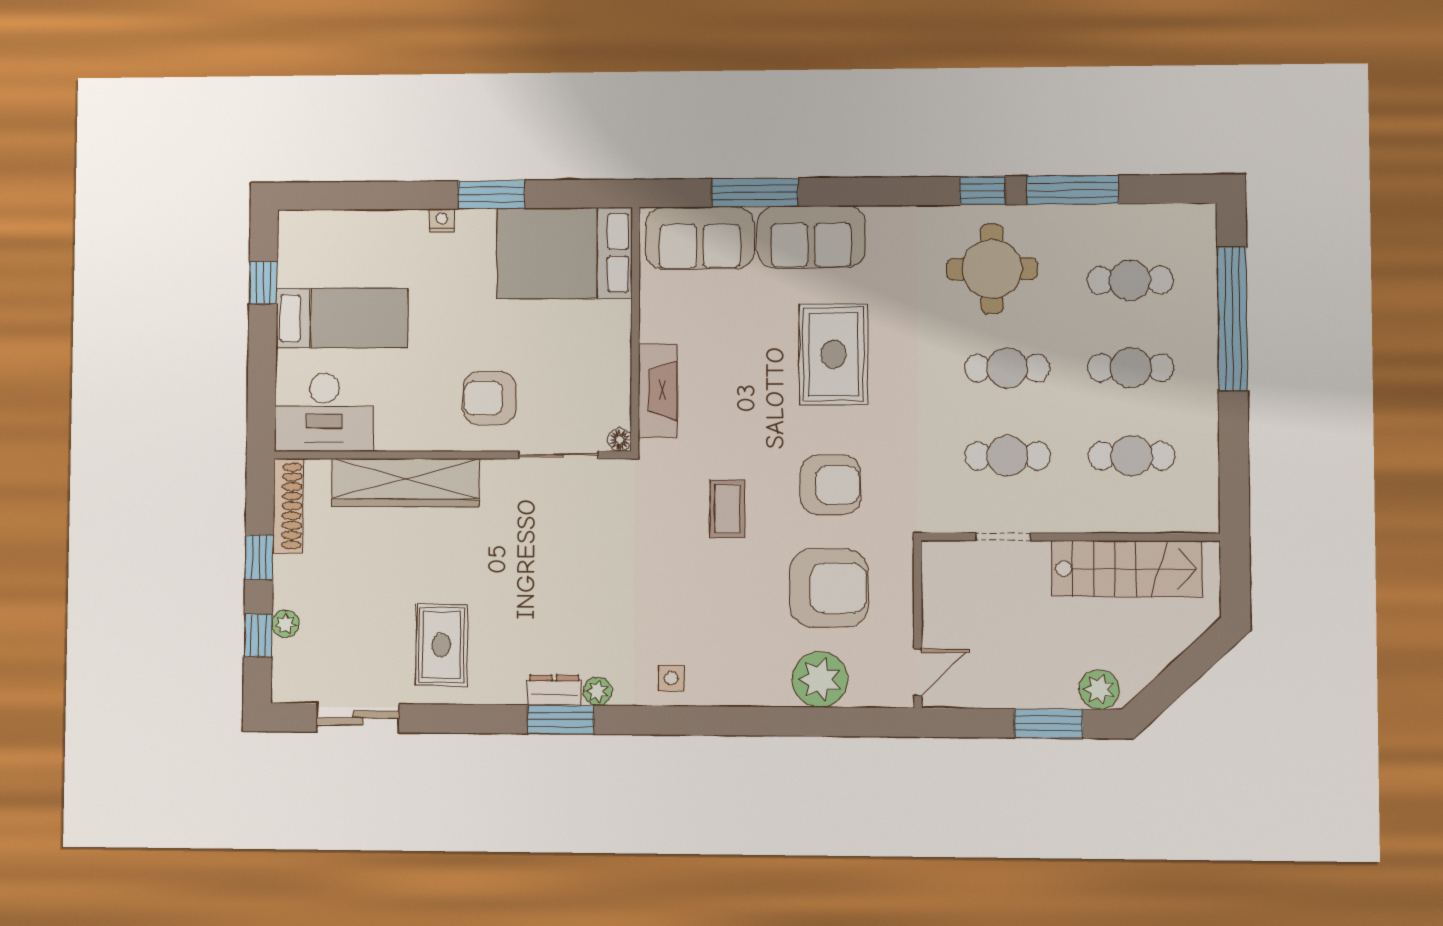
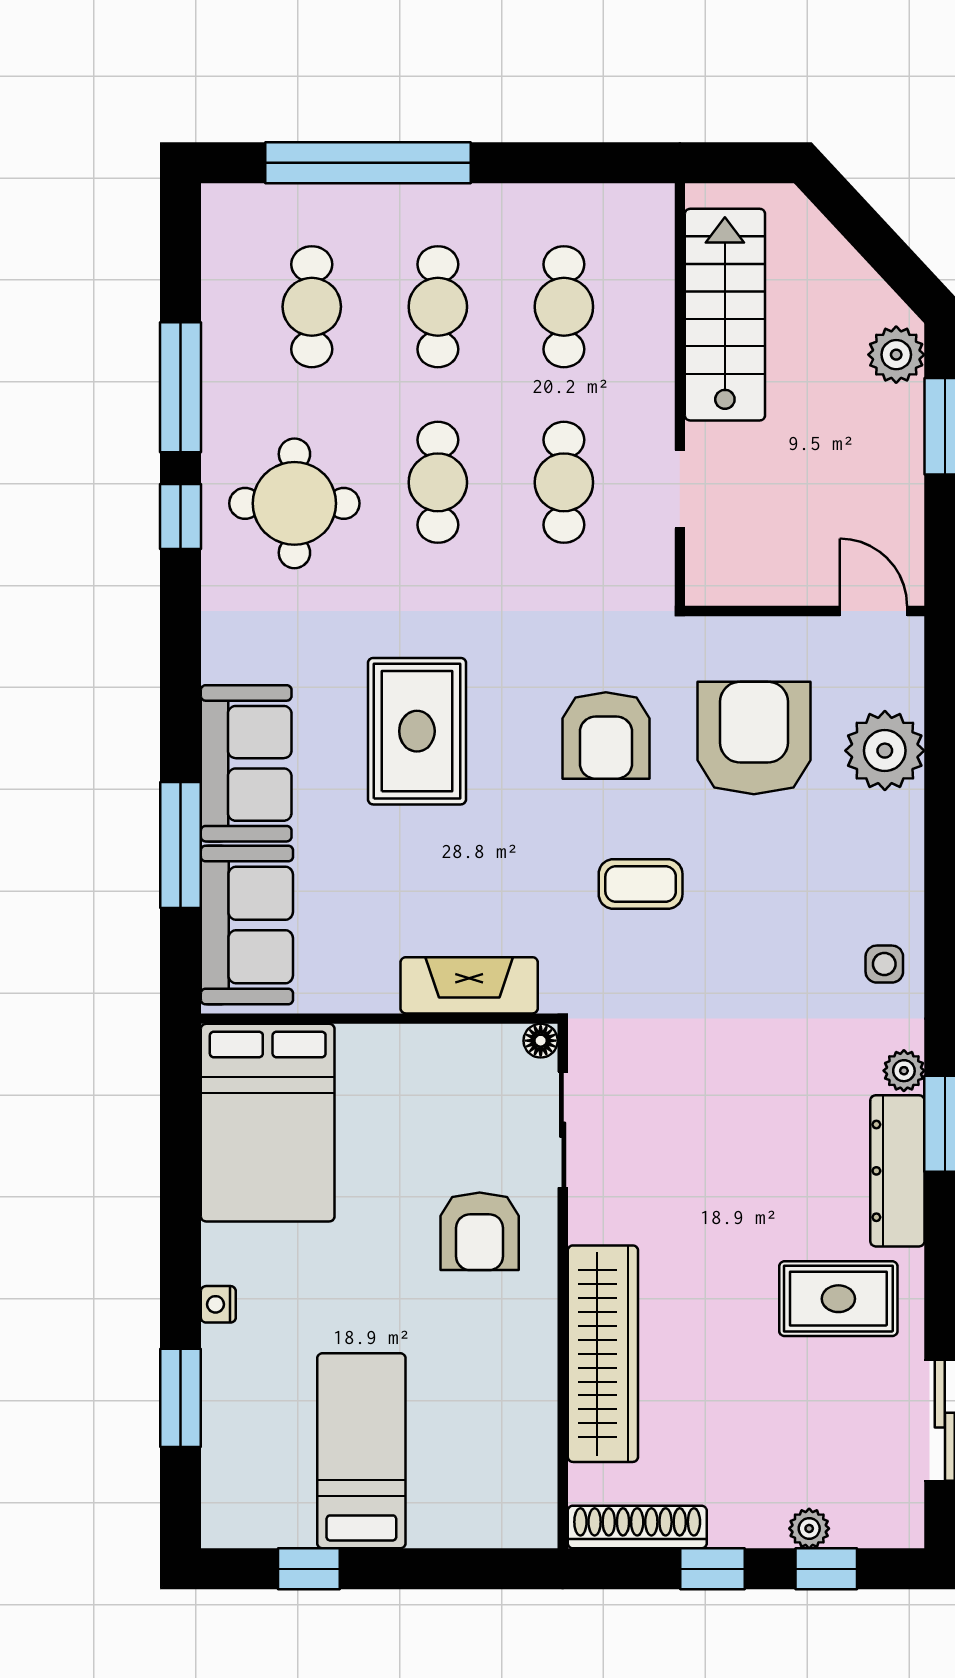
window: (491, 195) -> (181, 1398), moved
rug: (833, 354) -> (417, 731), turned 90
desk: (324, 412) -> (500, 1476), removed
armchair: (830, 485) -> (606, 736), turned 180
dresser: (554, 690) -> (897, 1171), width x1.96, depth x1.24

